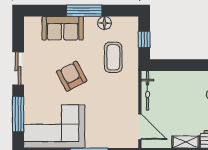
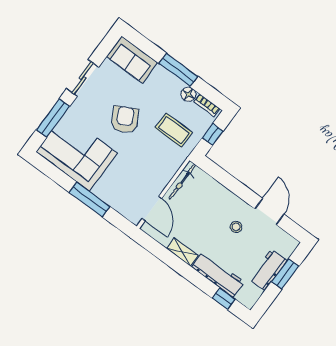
bookcase: (124, 21) -> (207, 105), added
sofa: (63, 28) -> (132, 60), moved
coffee table: (113, 57) -> (174, 130), turned 90

